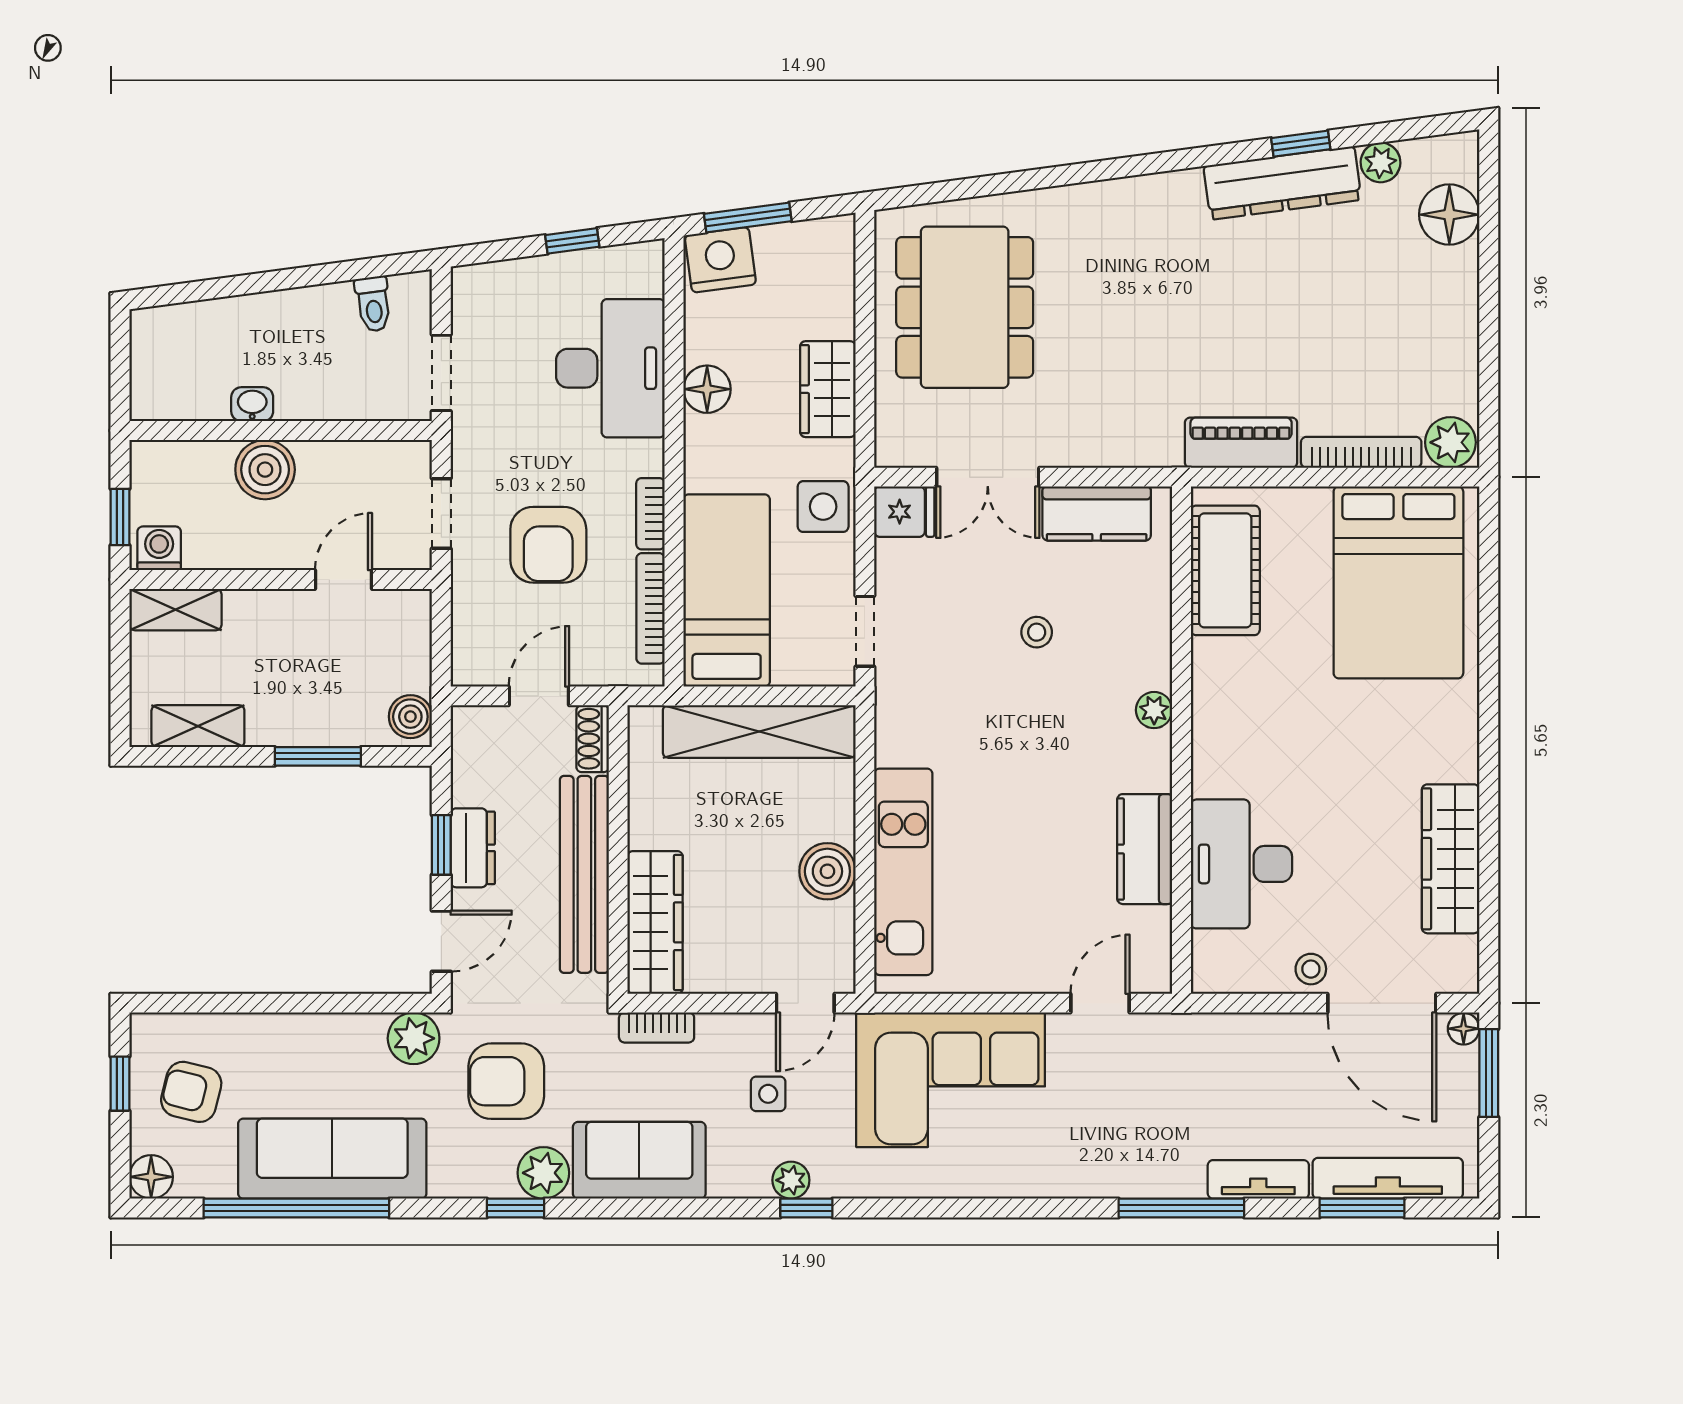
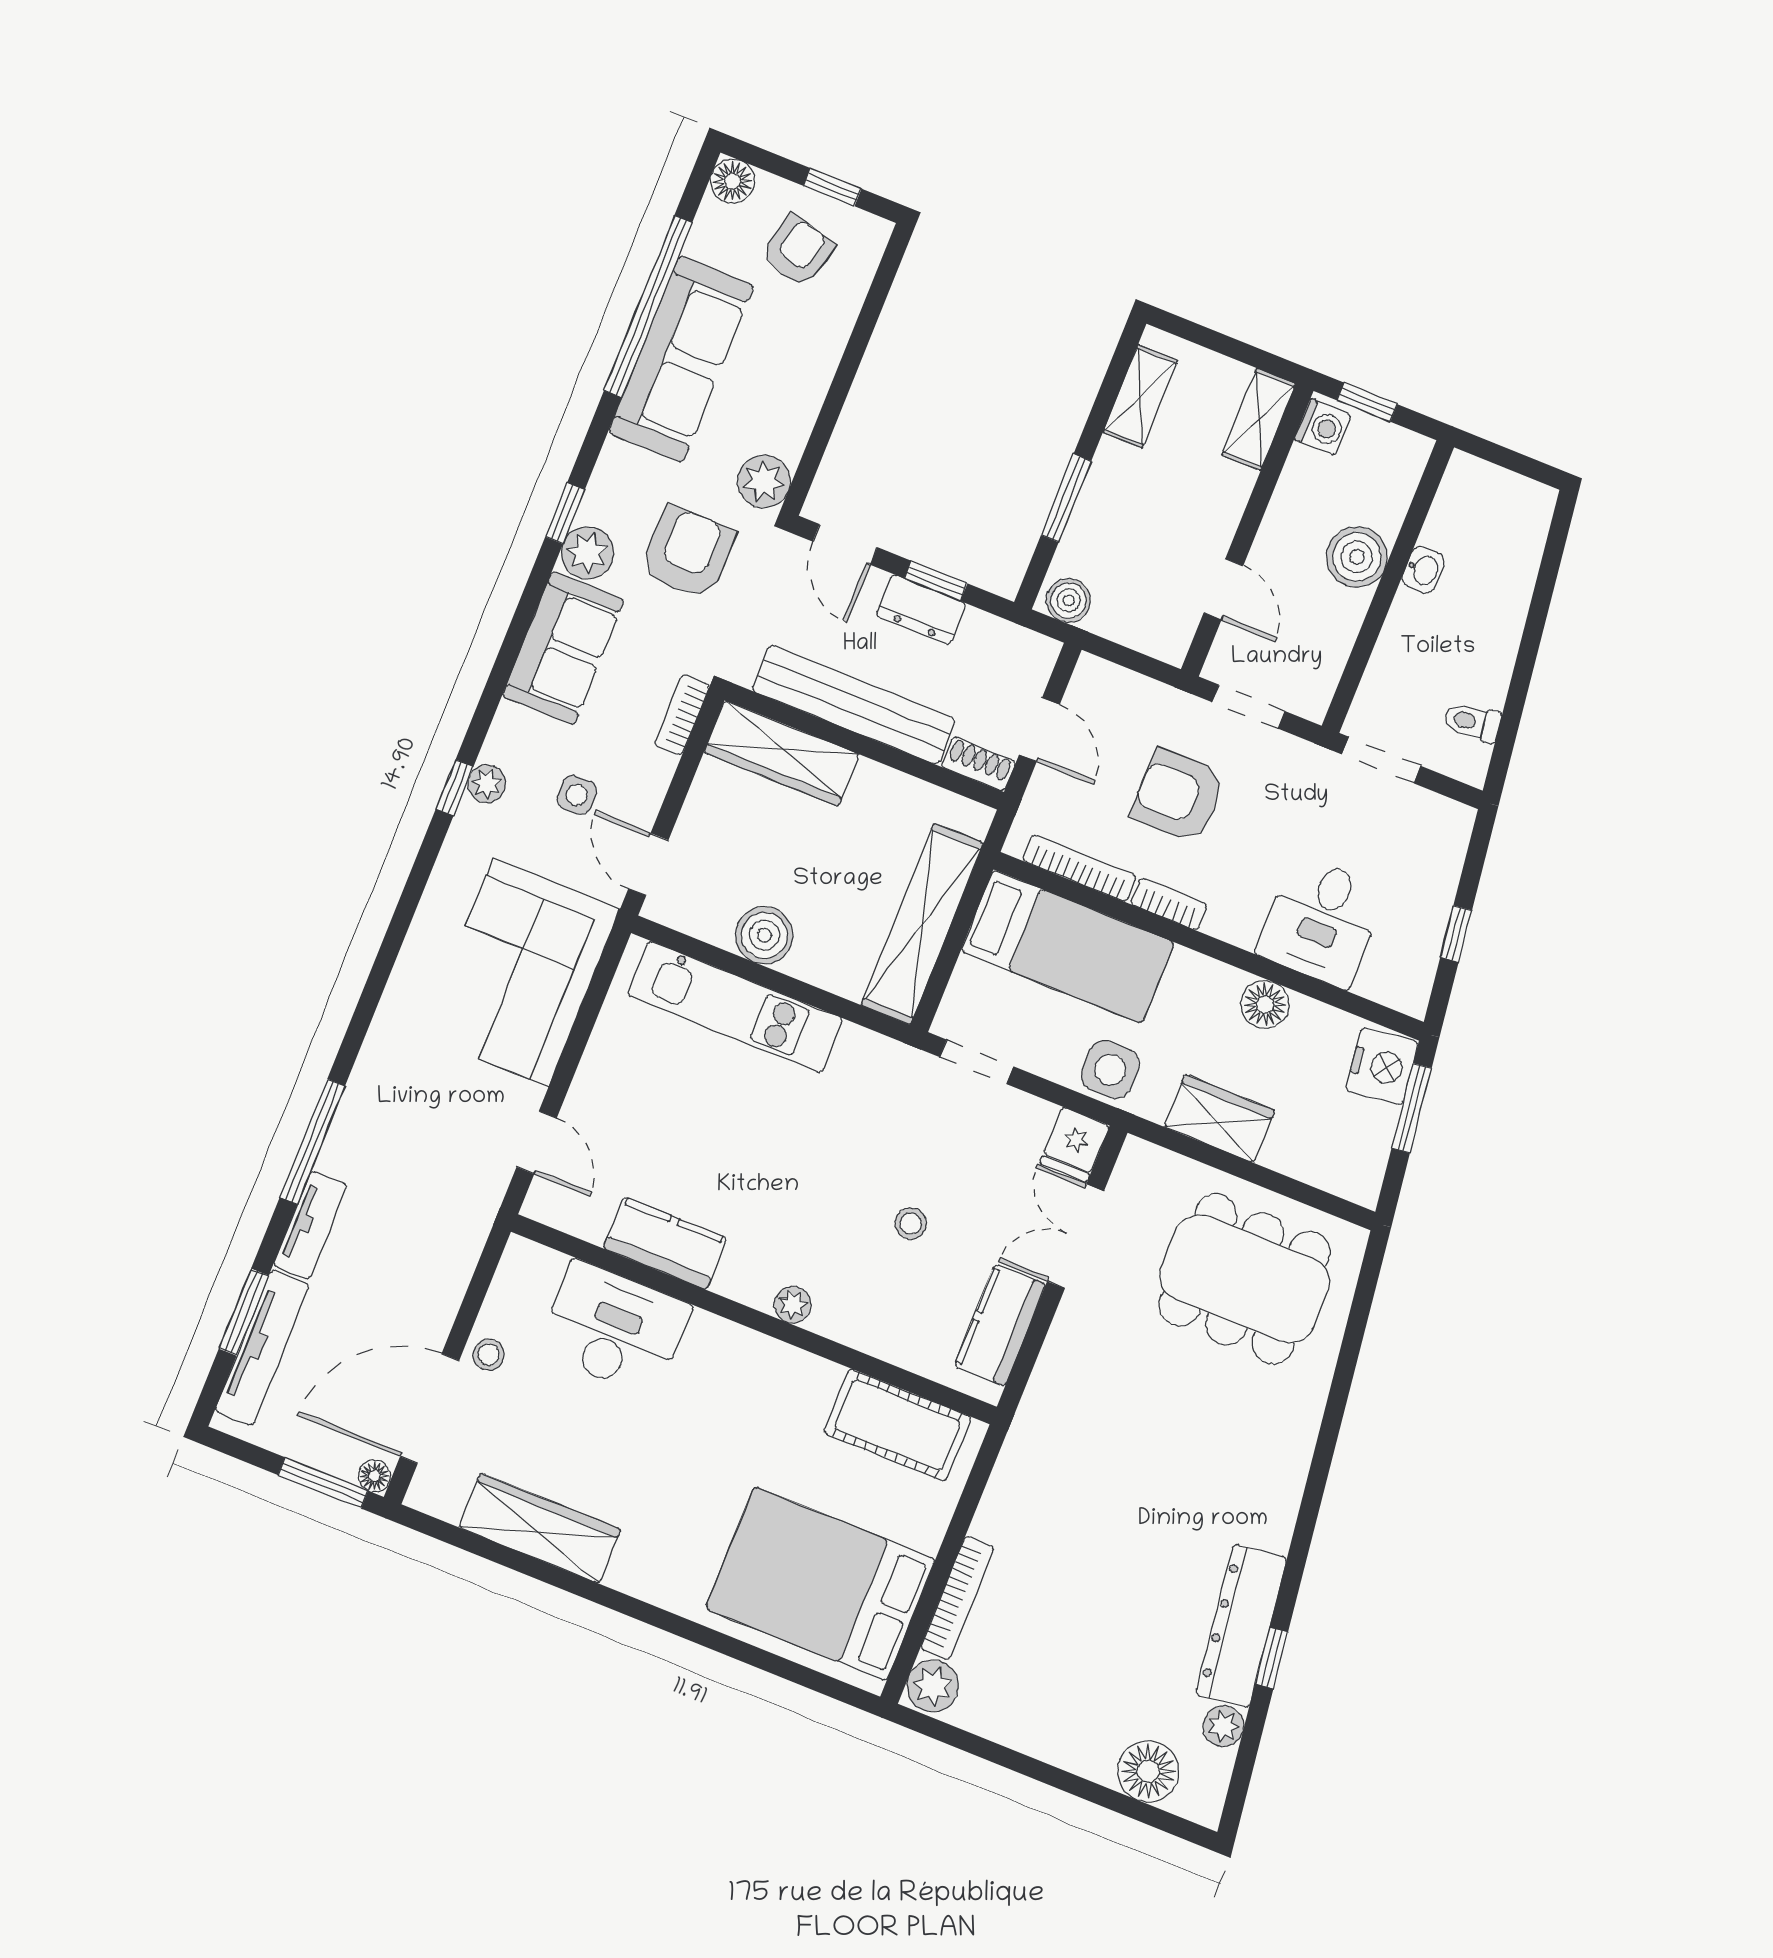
desk: (610, 368) -> (1321, 921), width x0.73
piano: (1241, 443) -> (1012, 1488), removed

